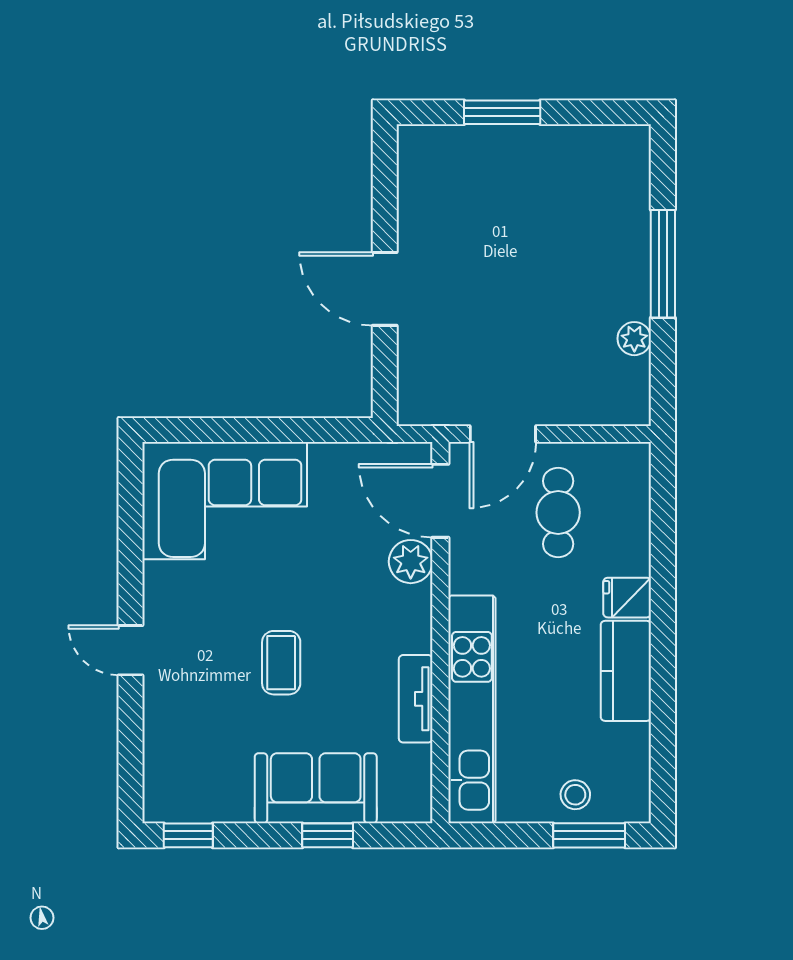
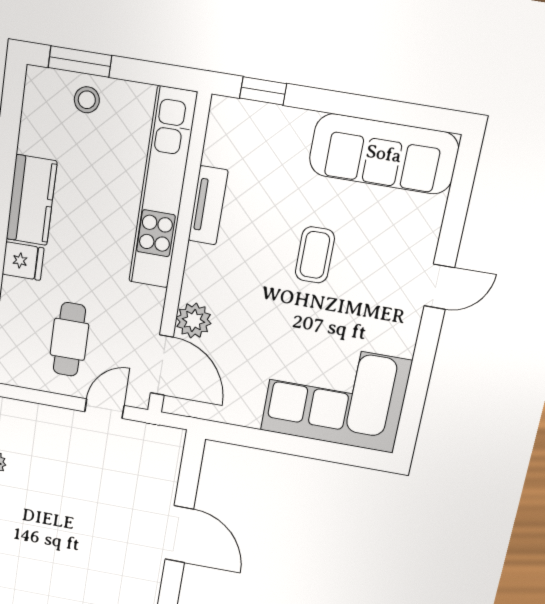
door: (503, 434) -> (104, 409), width x0.73
door: (130, 650) -> (439, 287), hinge flipped
sofa: (316, 788) -> (384, 154), moved, width x1.36
window: (188, 835) -> (424, 117), removed
window: (328, 835) -> (263, 91), moved

